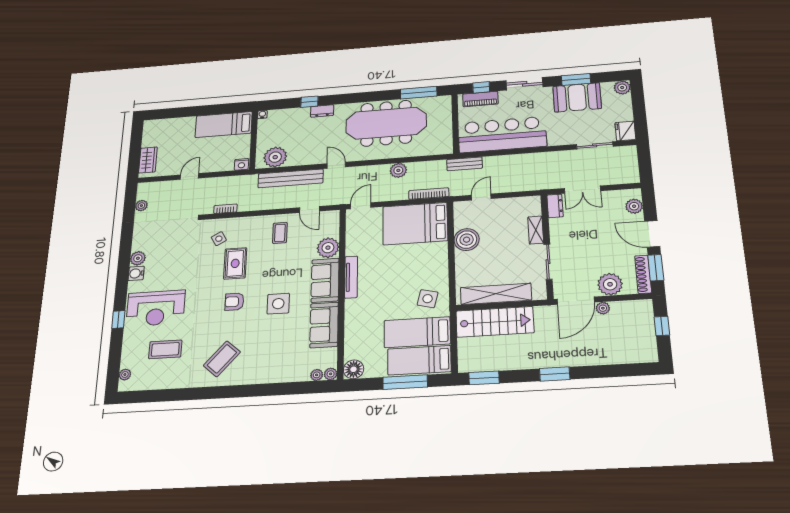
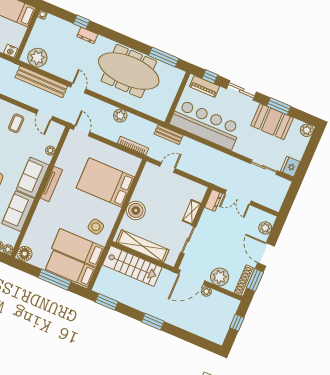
door: (361, 206) -> (82, 131), hinge flipped
bed: (415, 224) -> (105, 183), moved
boiler: (467, 240) -> (136, 210), moved
plant: (328, 248) -> (50, 151), width x0.53, depth x0.53

